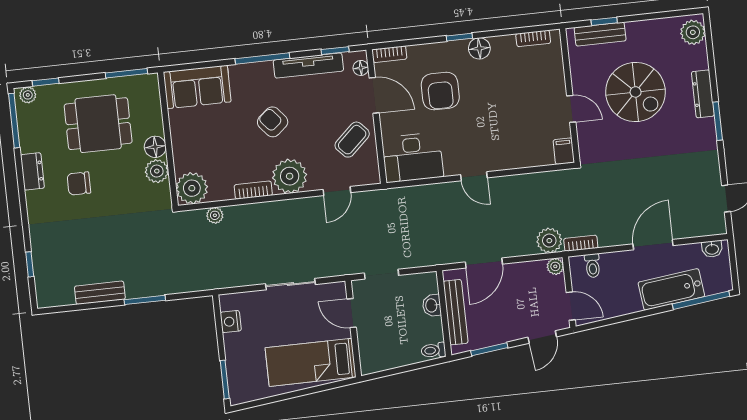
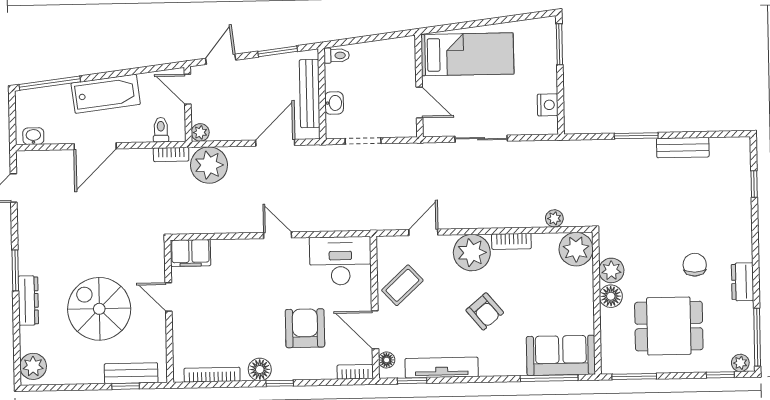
bookcase: (533, 38) -> (212, 375), width x1.56
window: (262, 58) -> (549, 378), moved
filing cabinet: (564, 151) -> (190, 253), width x2.00
chair: (79, 183) -> (695, 265), turned -90
plant: (549, 241) -> (209, 165), width x1.36, depth x1.36
doorway: (381, 274) -> (363, 141), moved
bathtub: (671, 289) -> (106, 94), moved

